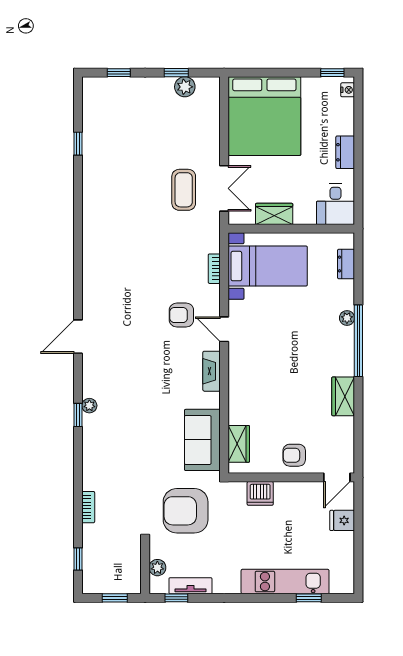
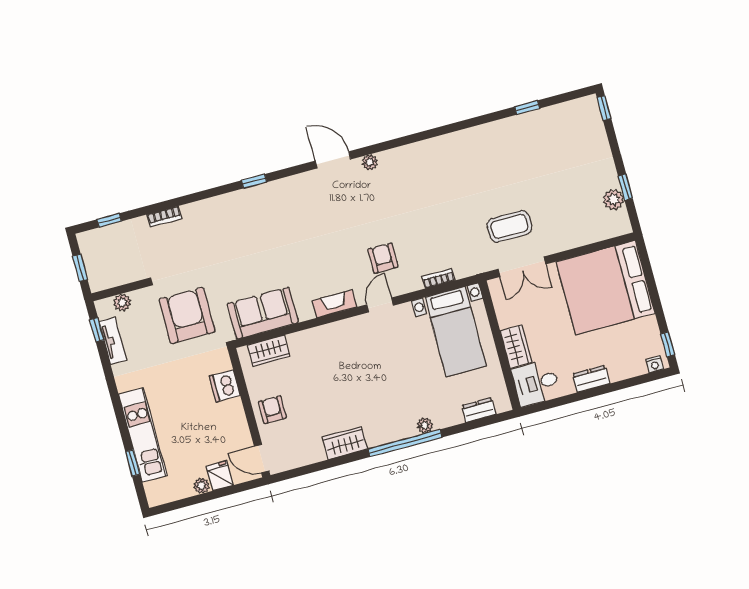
window: (119, 73) -> (604, 108), moved
wardrobe: (274, 214) -> (516, 346), moved
plant: (89, 406) -> (370, 162), moved
plant: (347, 540) -> (201, 486), added

